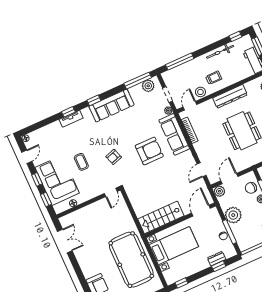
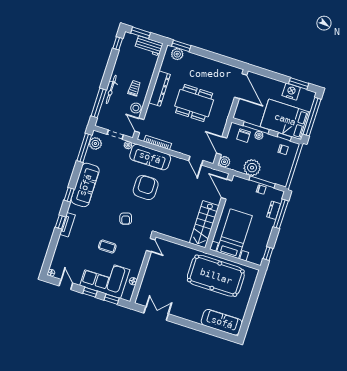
bicycle: (220, 52) -> (111, 89), moved
window: (219, 266) -> (281, 214), width x2.17

